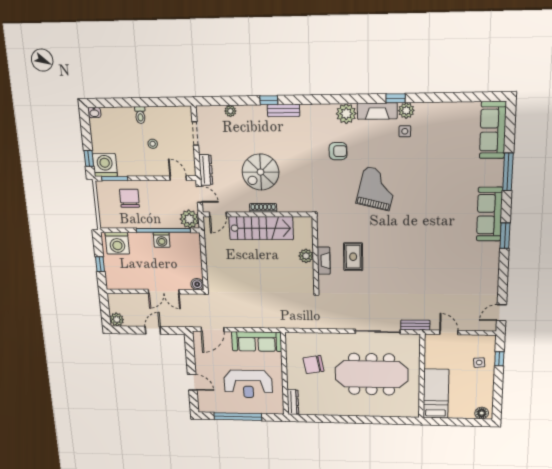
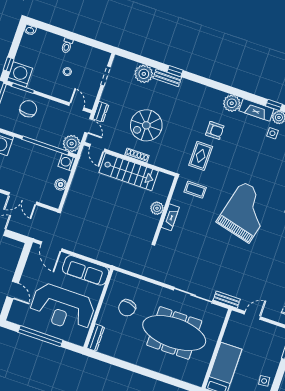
plant: (230, 111) -> (144, 74), width x1.88, depth x1.88
bench: (283, 111) -> (167, 78), moved
dresser: (206, 170) -> (101, 112), width x0.70
grand piano: (377, 189) -> (246, 212), moved, width x1.37, depth x1.48
door: (218, 214) -> (97, 148), hinge flipped
coffee table: (340, 223) -> (195, 190), added
washing machine: (162, 240) -> (67, 162), moved, turned 90
rug: (353, 257) -> (201, 156), moved
boiler: (197, 284) -> (61, 185), moved
door: (213, 329) -> (51, 247), hinge flipped
door: (449, 332) -> (252, 315), hinge flipped
side table: (479, 363) -> (264, 381), moved
chair: (313, 365) -> (127, 308), turned -68
reception desk: (248, 384) -> (62, 308), width x1.36, depth x1.30

